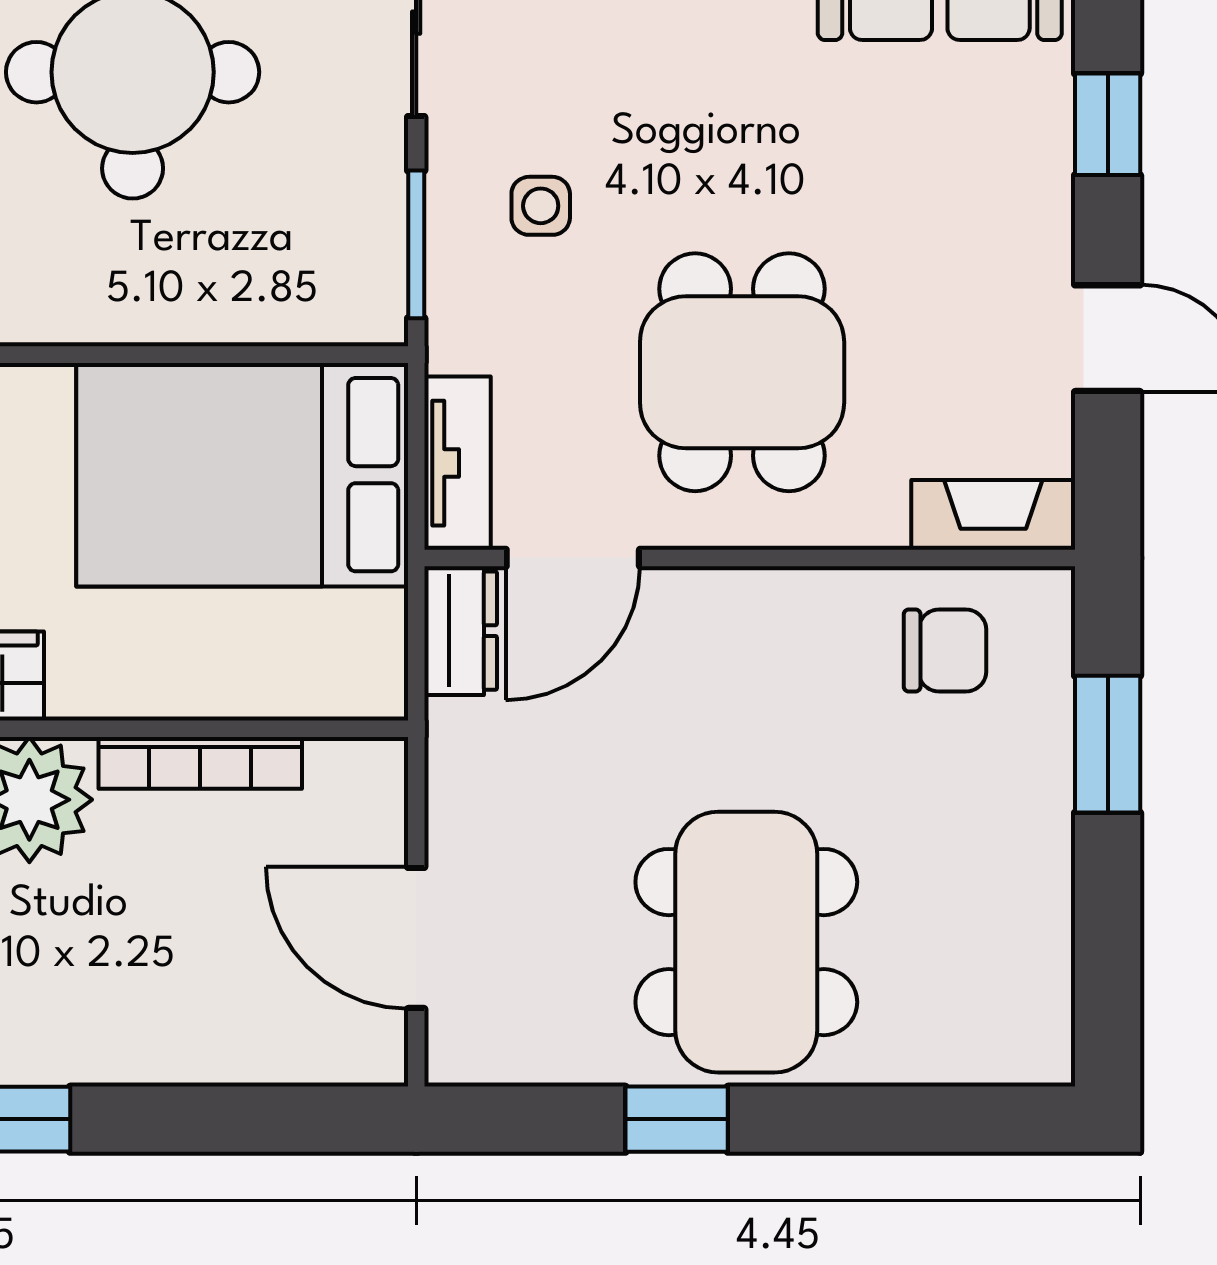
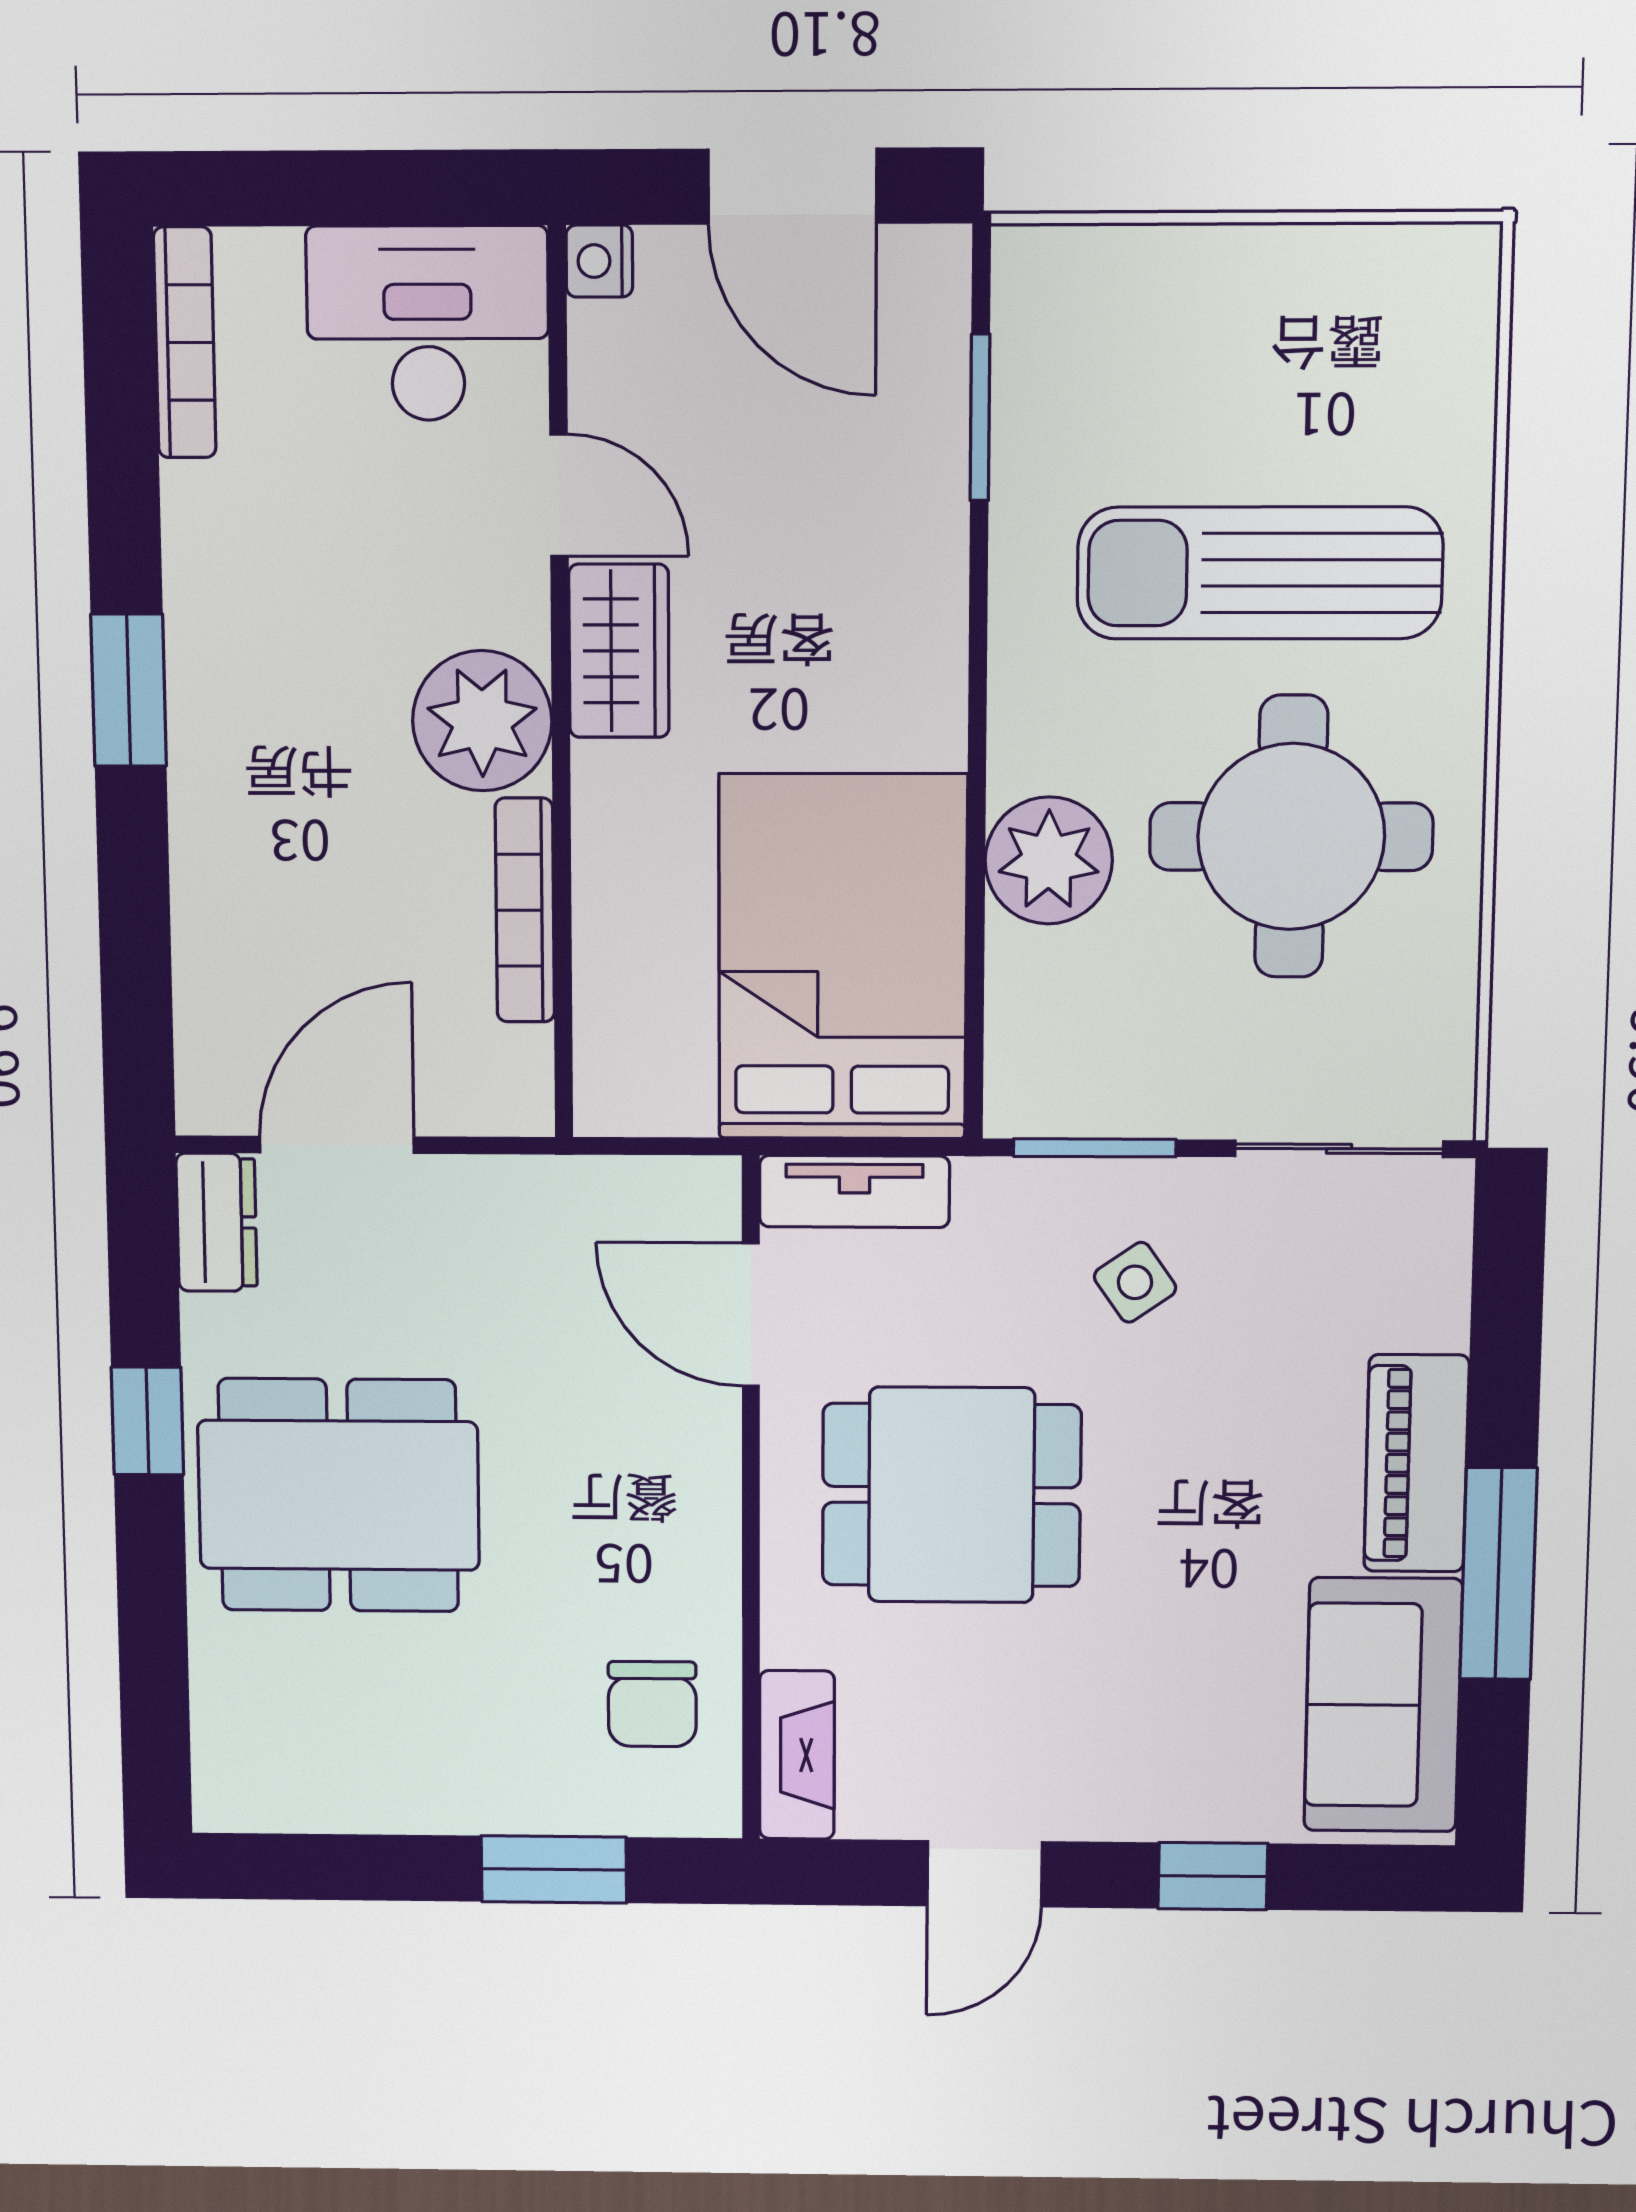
side table: (541, 206) -> (1135, 1282), turned -35
plant: (154, 289) -> (1049, 860), added
dresser: (461, 631) -> (217, 1222), moved, turned -90

